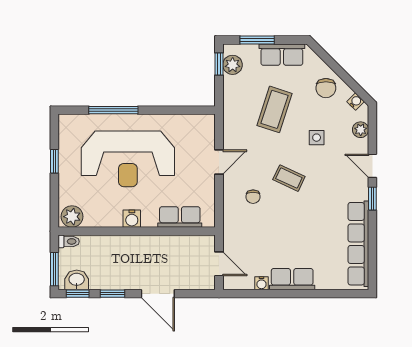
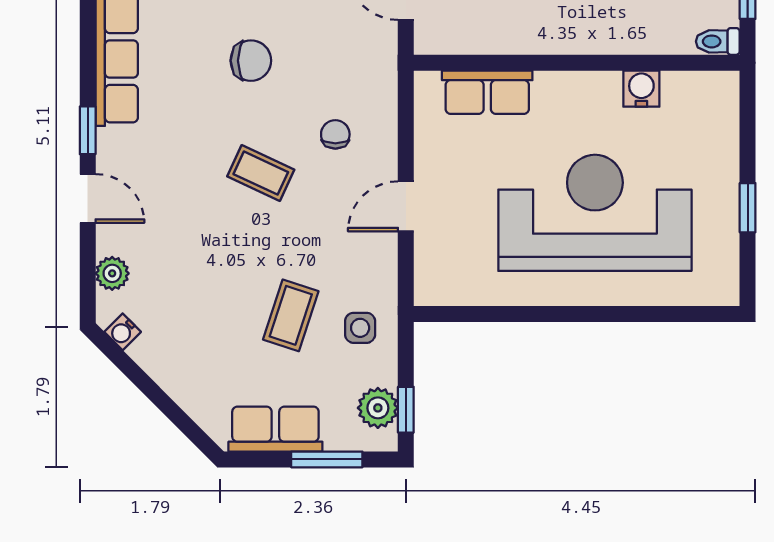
chair: (326, 88) -> (251, 61), moved, turned 90
coffee table: (274, 109) -> (291, 315), width x0.73, depth x0.77
window: (113, 110) -> (625, 314), removed
side table: (317, 138) -> (360, 328), moved
plant: (72, 217) -> (711, 93), removed
water cooler: (132, 219) -> (641, 89), moved

